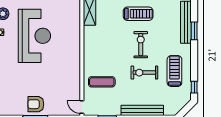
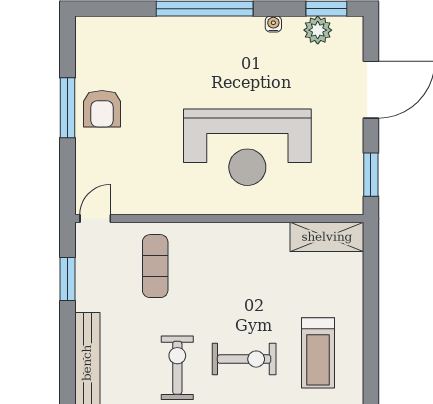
reception desk: (34, 36) -> (247, 147), moved
armchair: (36, 104) -> (102, 109), turned 180

